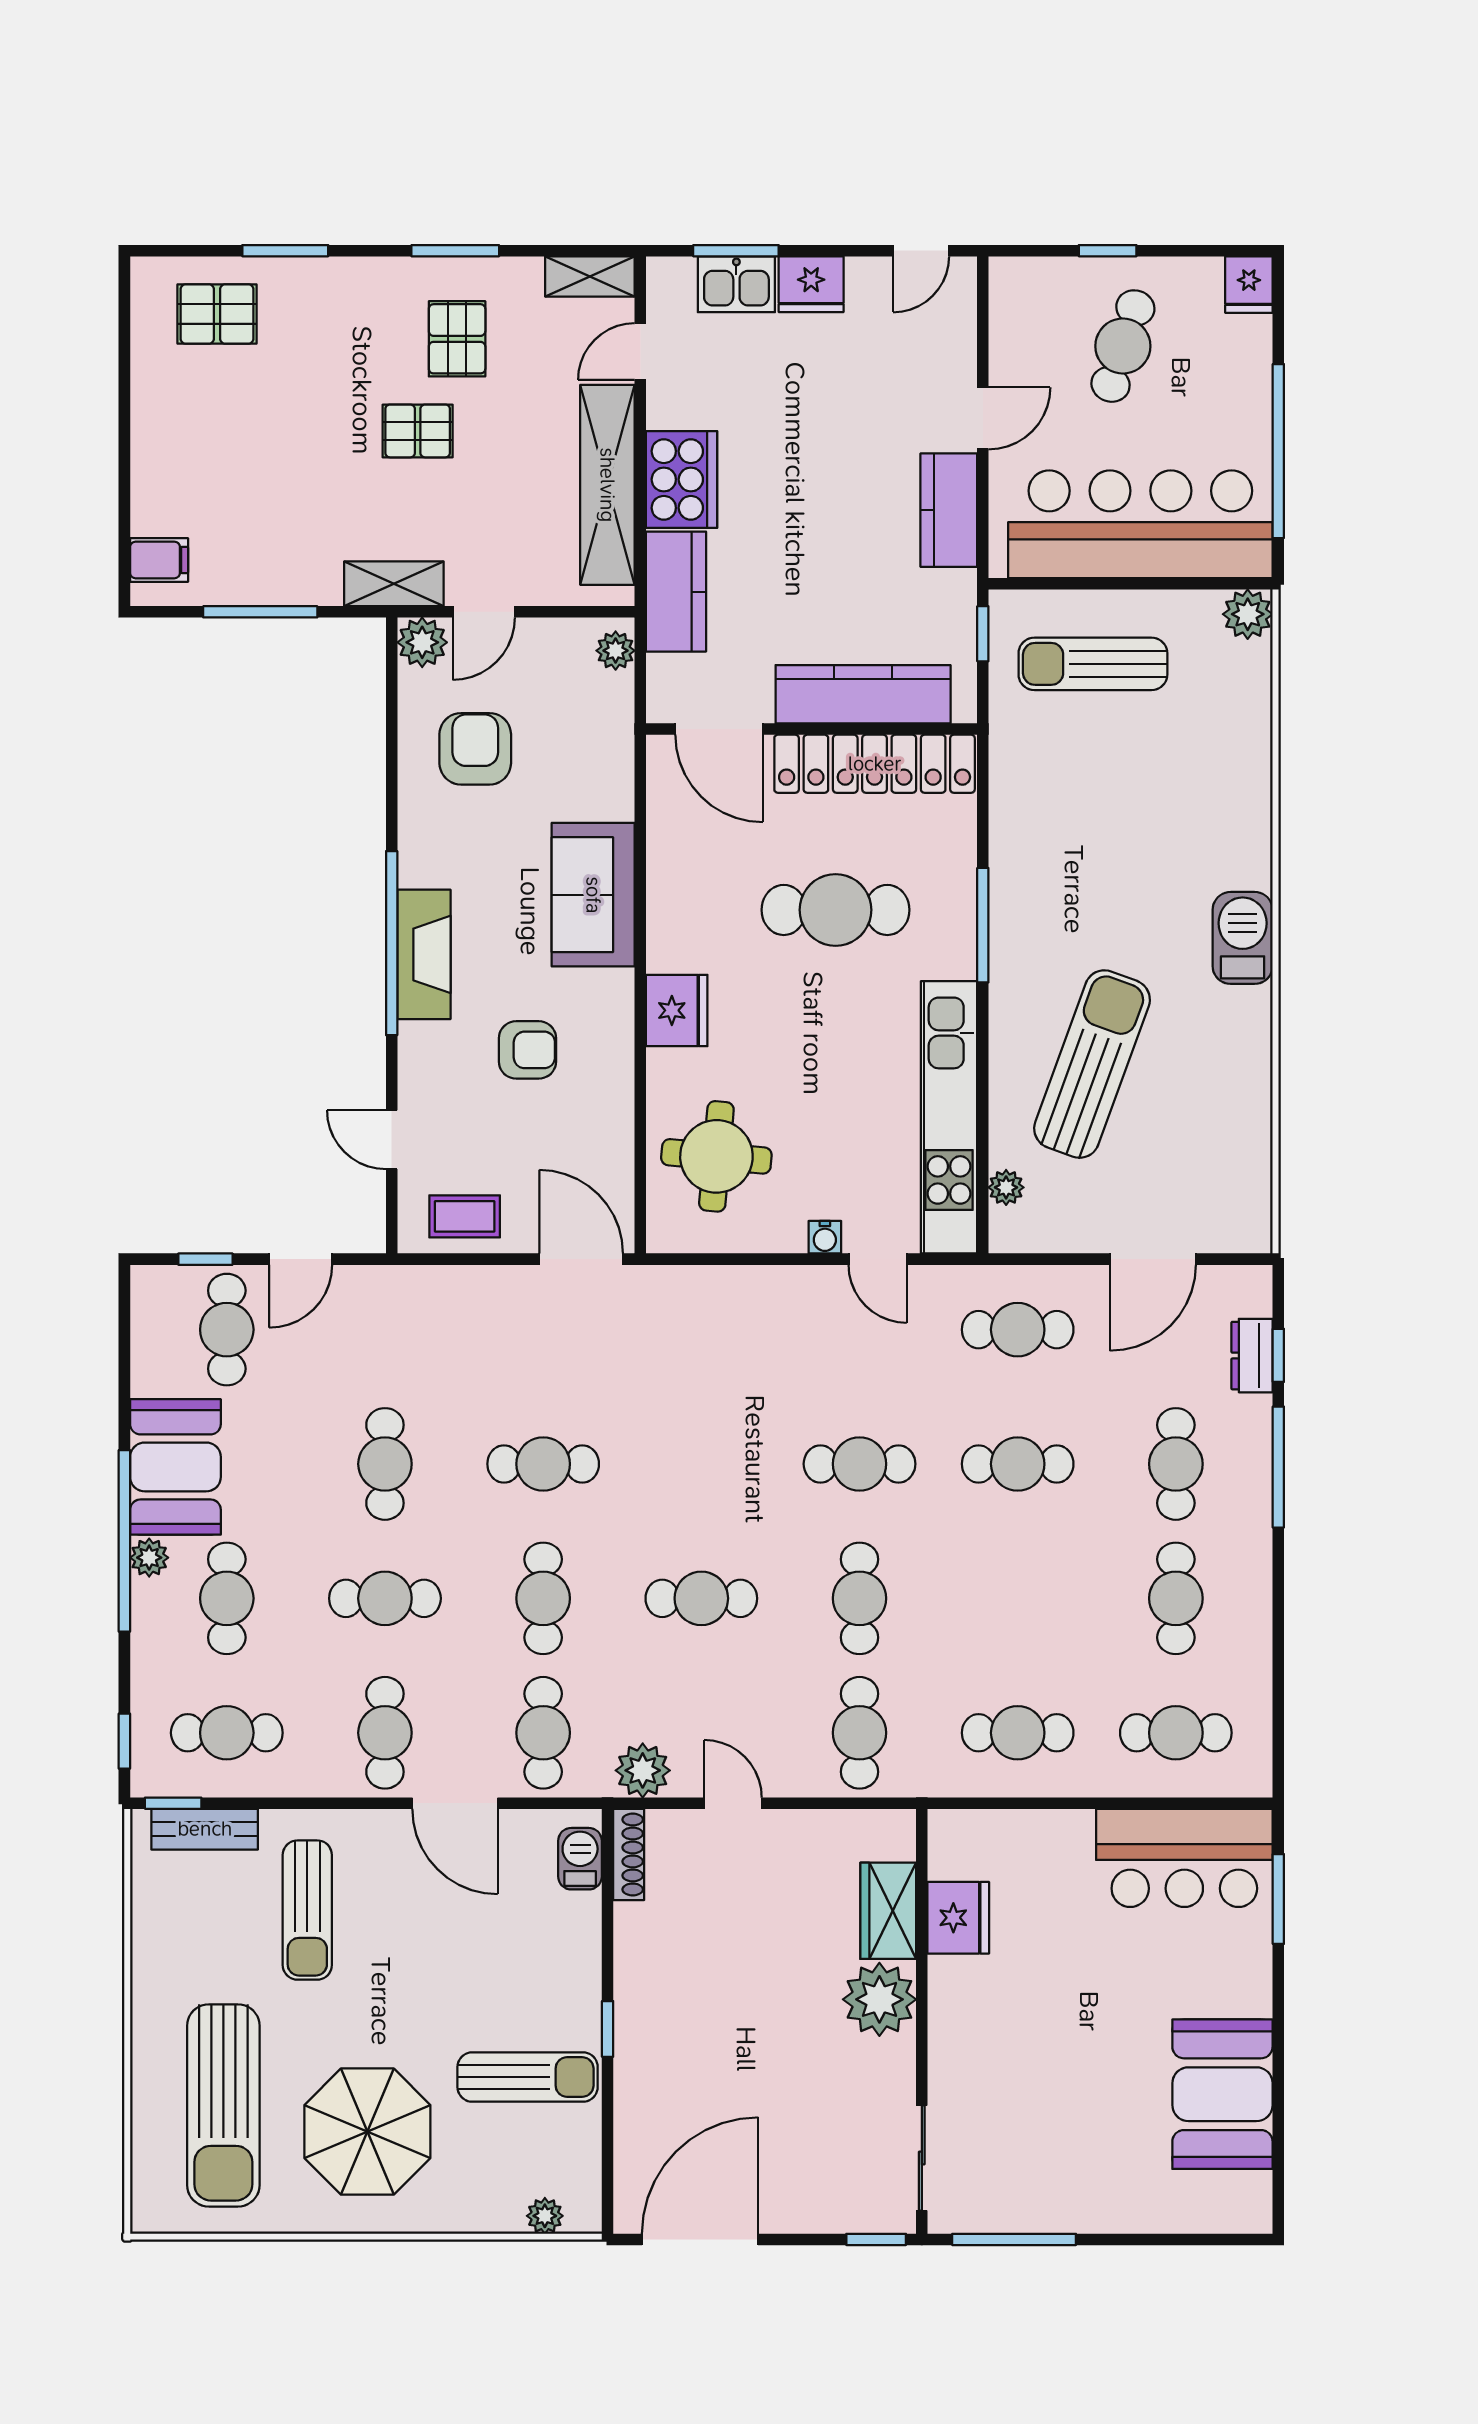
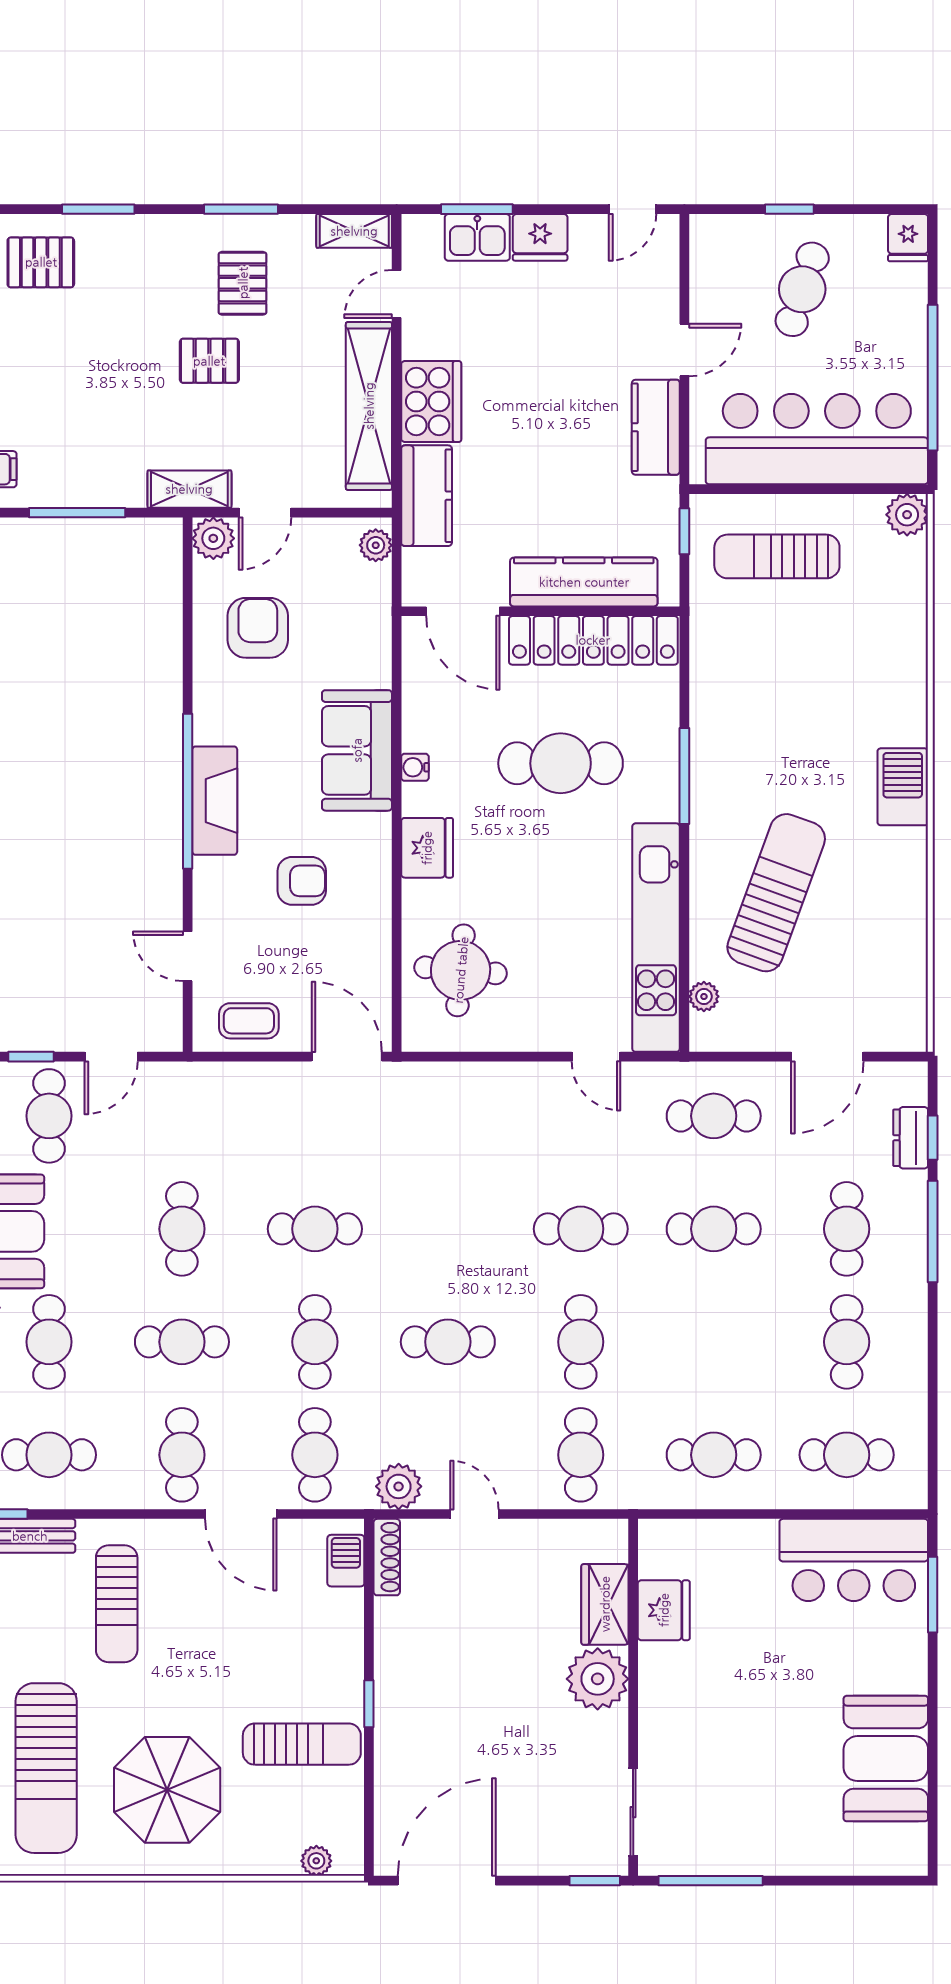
water cooler: (825, 1237) -> (415, 767), moved, turned 90

